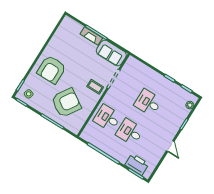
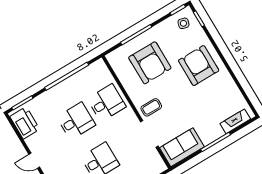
fireplace: (91, 36) -> (235, 121), moved
armchair: (66, 103) -> (150, 63), turned -33
printer: (137, 164) -> (25, 123), moved, turned -90

